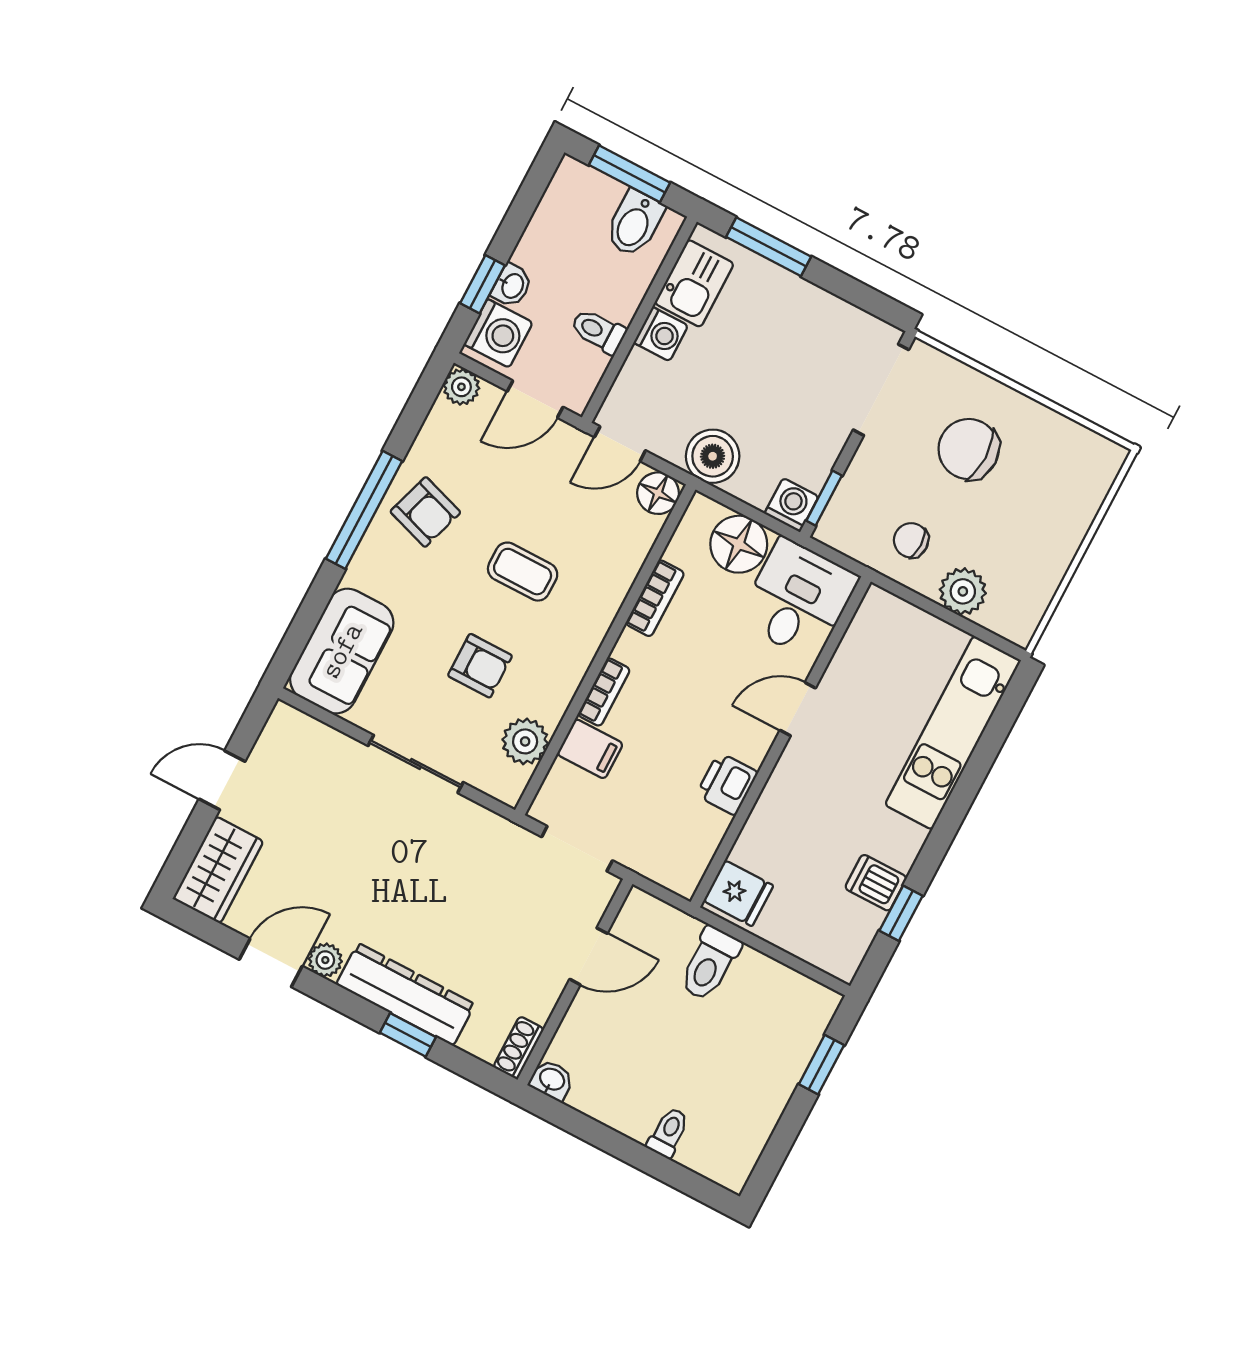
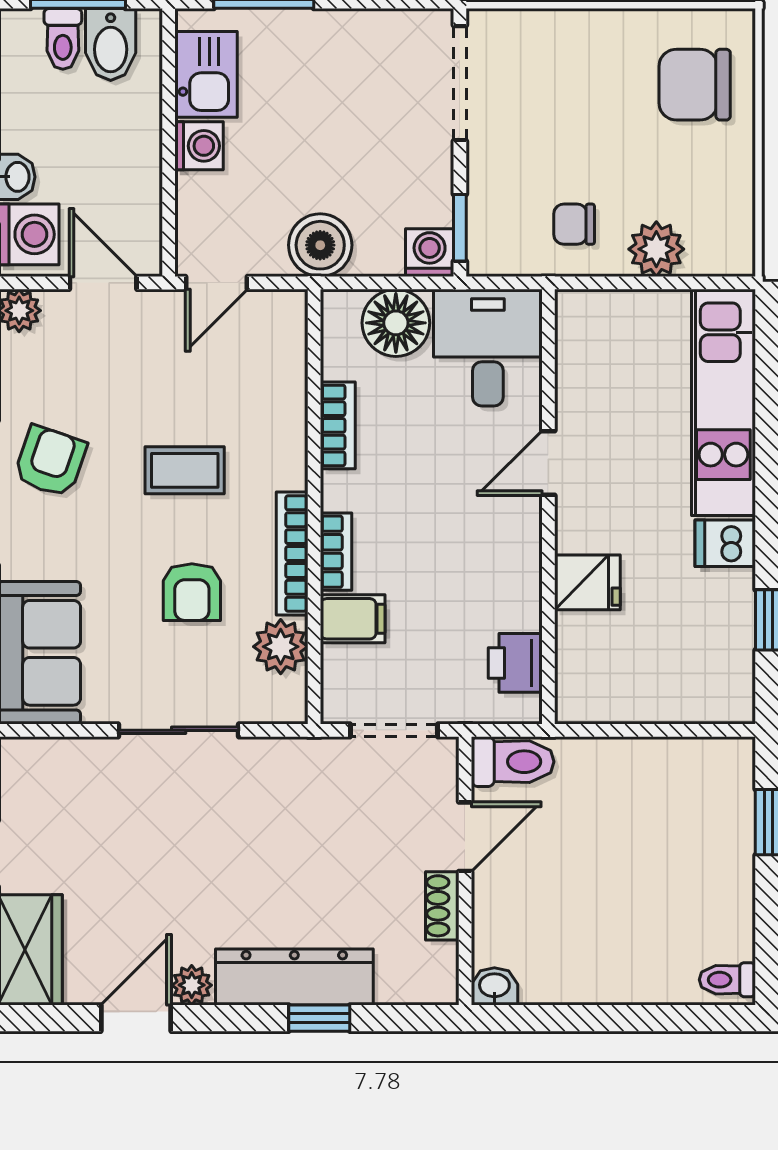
toilet: (598, 331) -> (63, 39), moved, turned -90
door: (535, 399) -> (103, 283), swing flipped
chair: (969, 449) -> (695, 85), moved
floor lamp: (658, 493) -> (283, 314), removed
armchair: (425, 512) -> (50, 461), turned -89
armchair: (480, 666) -> (192, 592), turned 90
bookcase: (570, 676) -> (292, 554), added
printer: (727, 784) -> (515, 663), moved
dishwasher: (876, 883) -> (725, 543), moved
fridge: (738, 893) -> (587, 582), moved
toilet: (710, 964) -> (513, 762), moved, turned -90
shoe rack: (519, 1048) -> (442, 906), moved
toilet: (668, 1132) -> (727, 980), moved, turned -90

